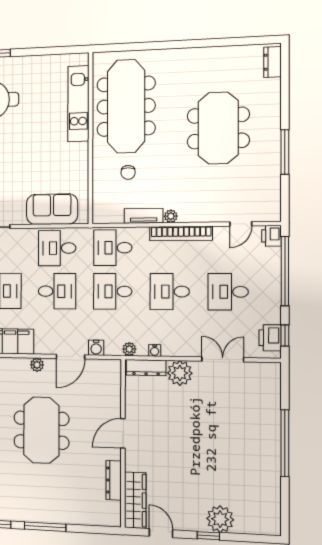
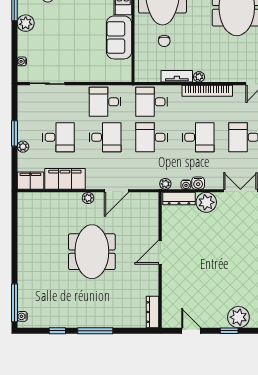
sofa: (52, 209) -> (119, 37), moved, turned -90
desk: (170, 292) -> (198, 137), turned 180
water cooler: (96, 348) -> (198, 183), moved
dresser: (114, 480) -> (152, 312), moved
wardrobe: (135, 500) -> (170, 306), removed

